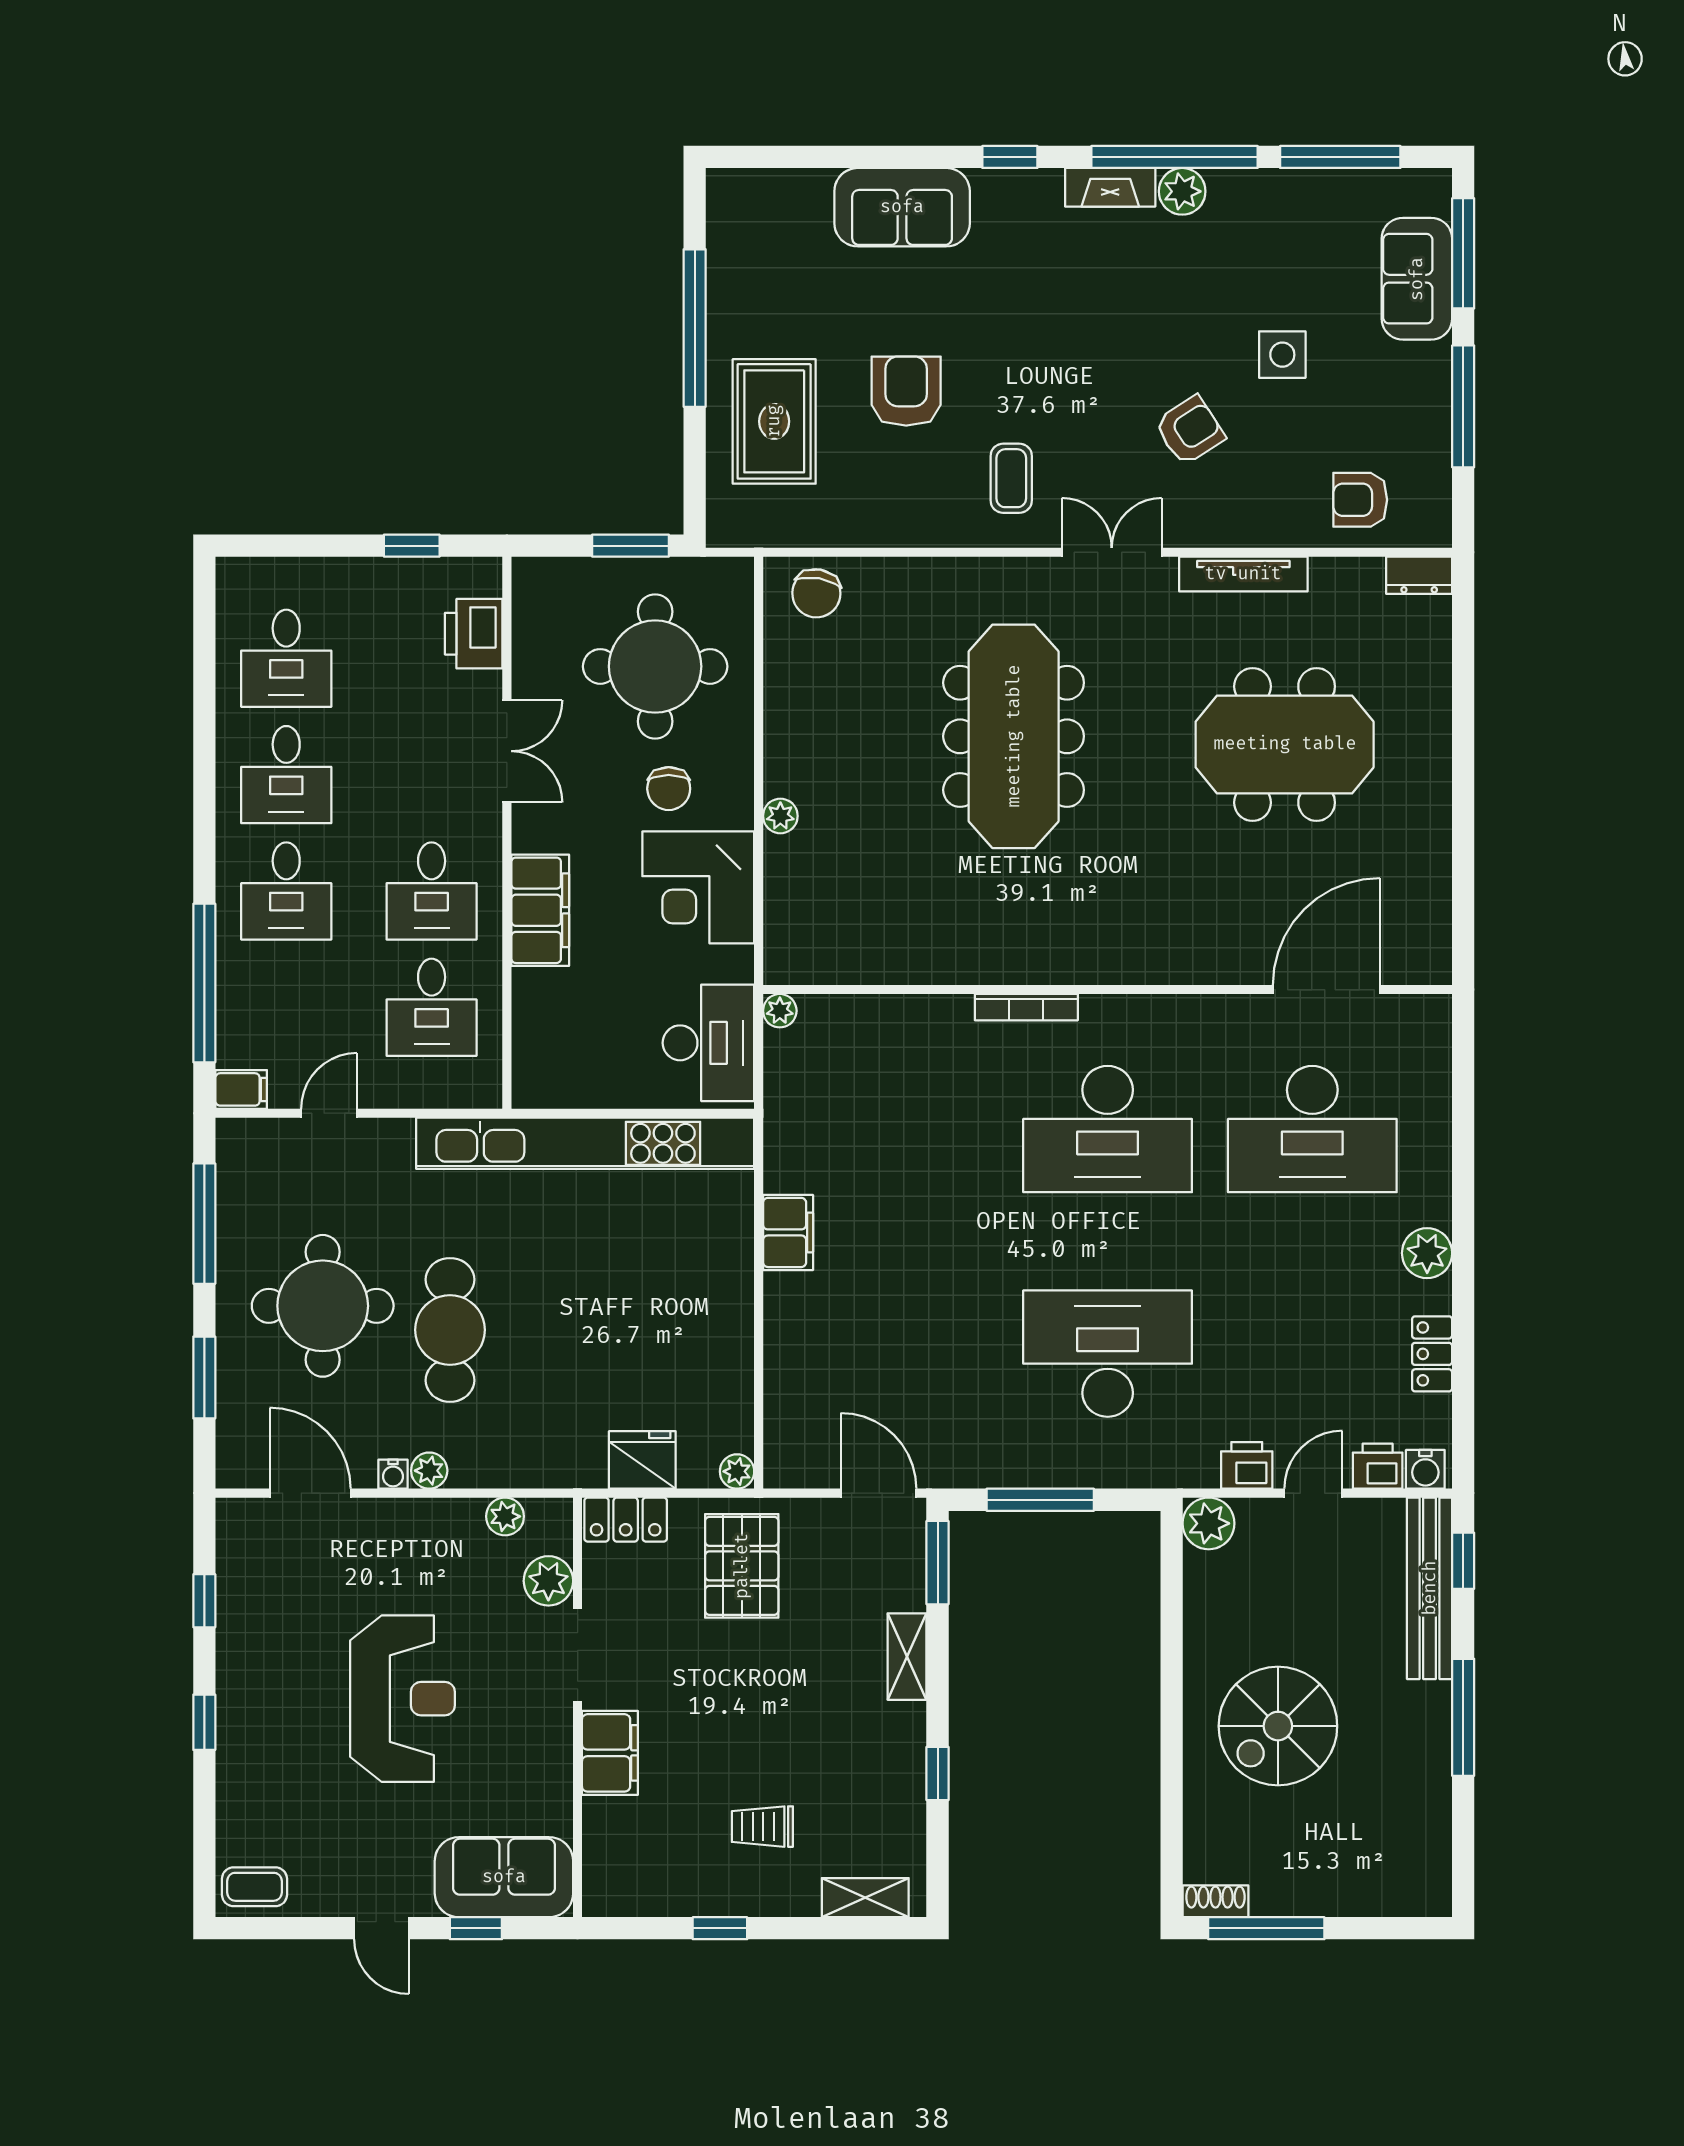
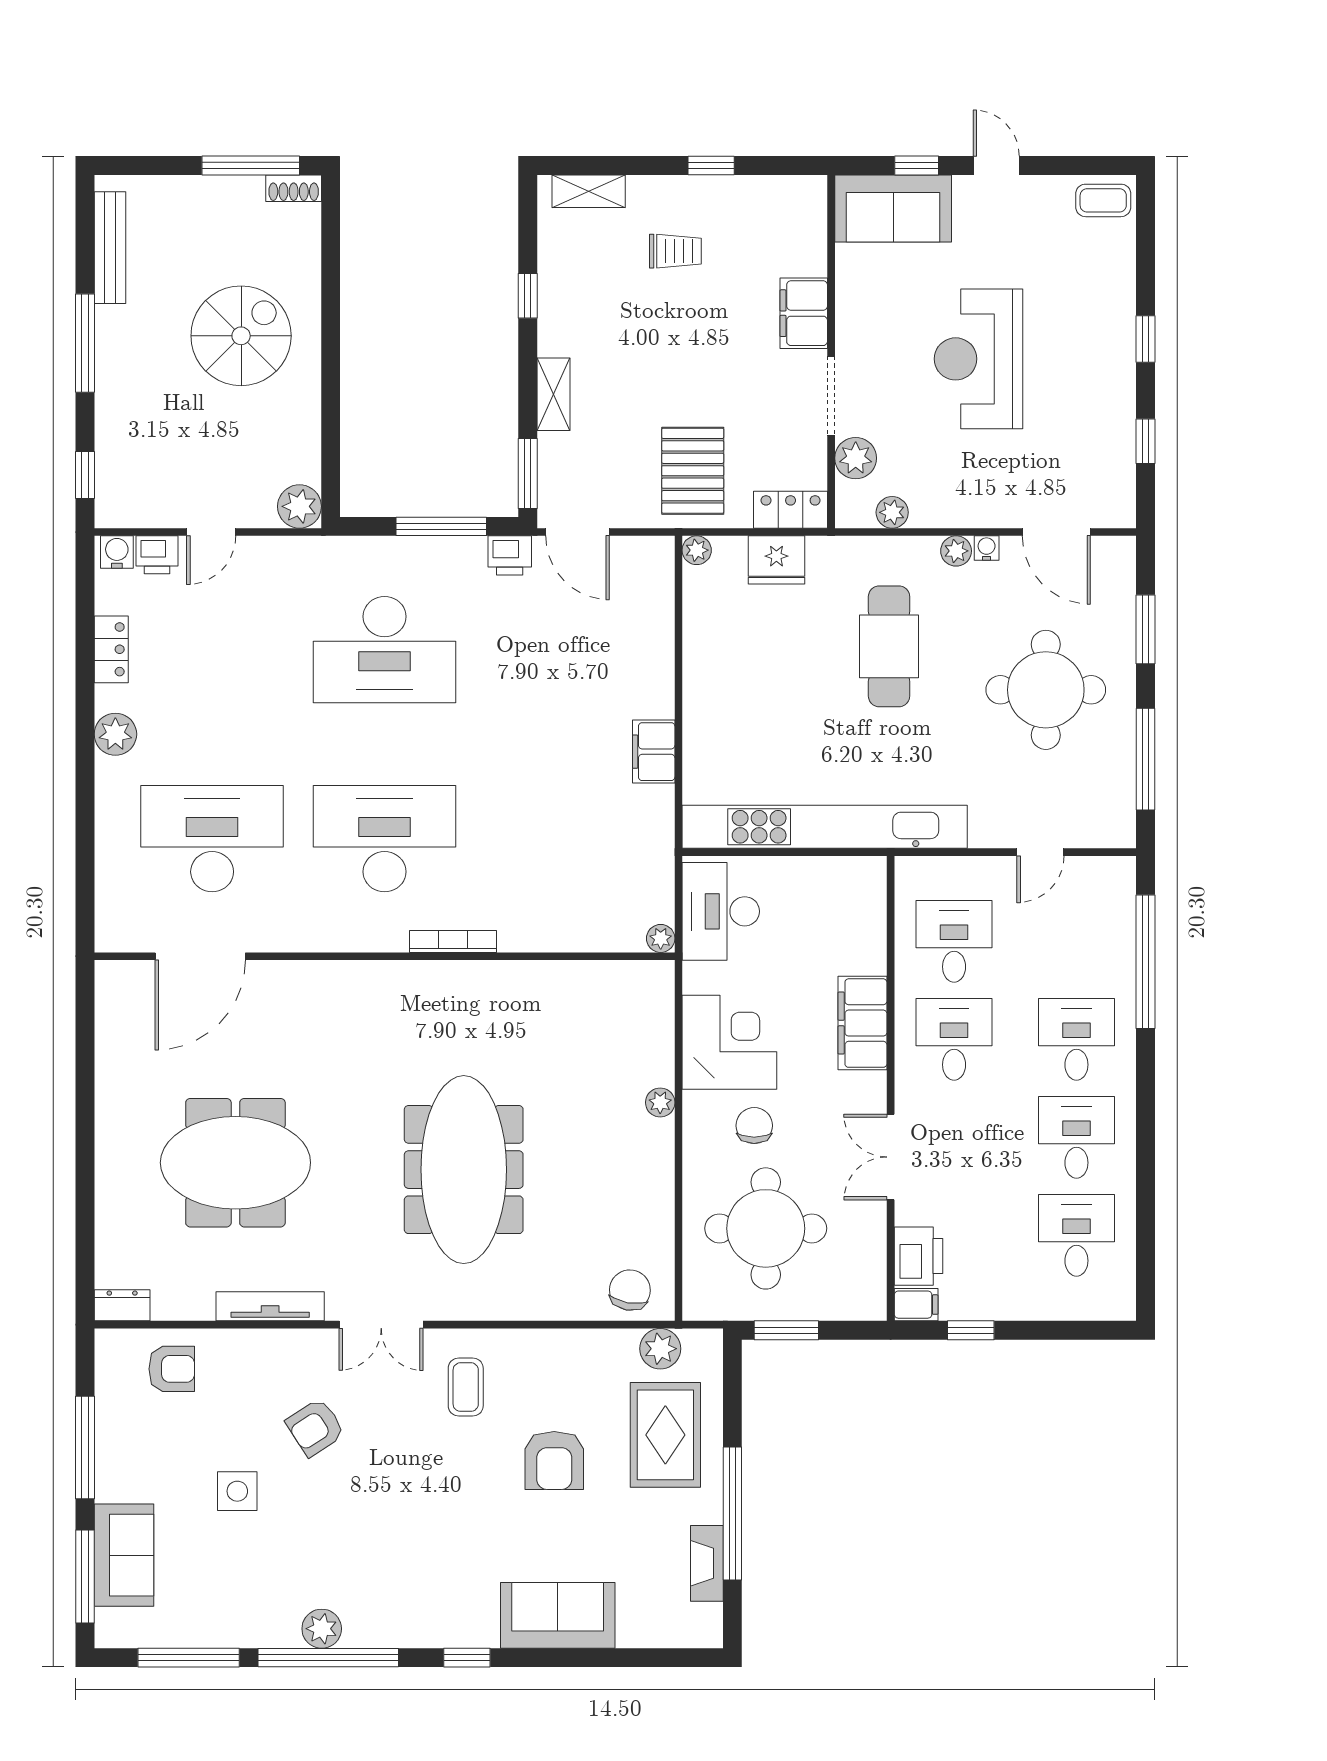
fireplace: (1110, 187) -> (707, 1563), moved, turned -90
plant: (780, 524) -> (660, 1349), added
filing cabinet: (241, 1089) -> (916, 1305), moved, turned 180
cafe table: (450, 1330) -> (889, 646), moved
printer: (1247, 1465) -> (510, 555), moved
bench: (1430, 1588) -> (110, 248), moved, width x0.73, depth x0.82

